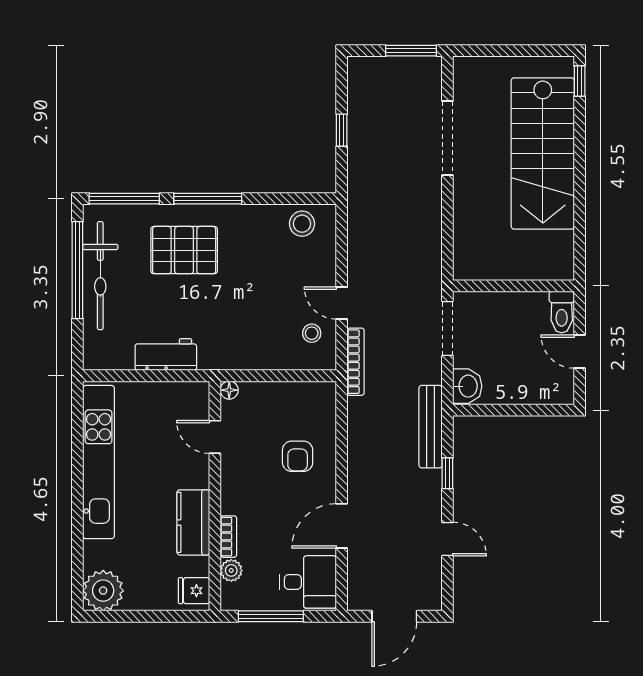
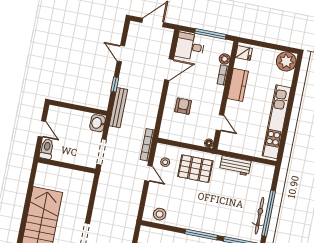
pallet: (184, 250) -> (195, 169), moved
bicycle: (100, 276) -> (259, 216), width x0.73, depth x0.71

